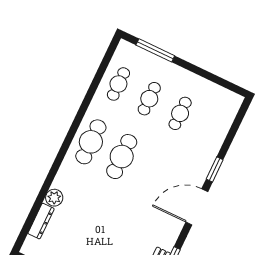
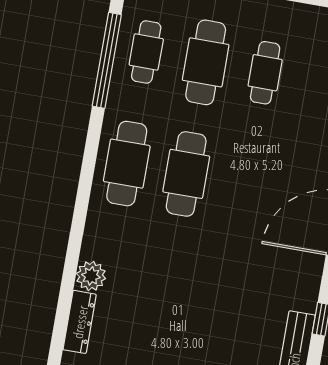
window: (96, 83) -> (107, 60), added
cafe table: (149, 99) -> (206, 62), width x1.37, depth x1.35

